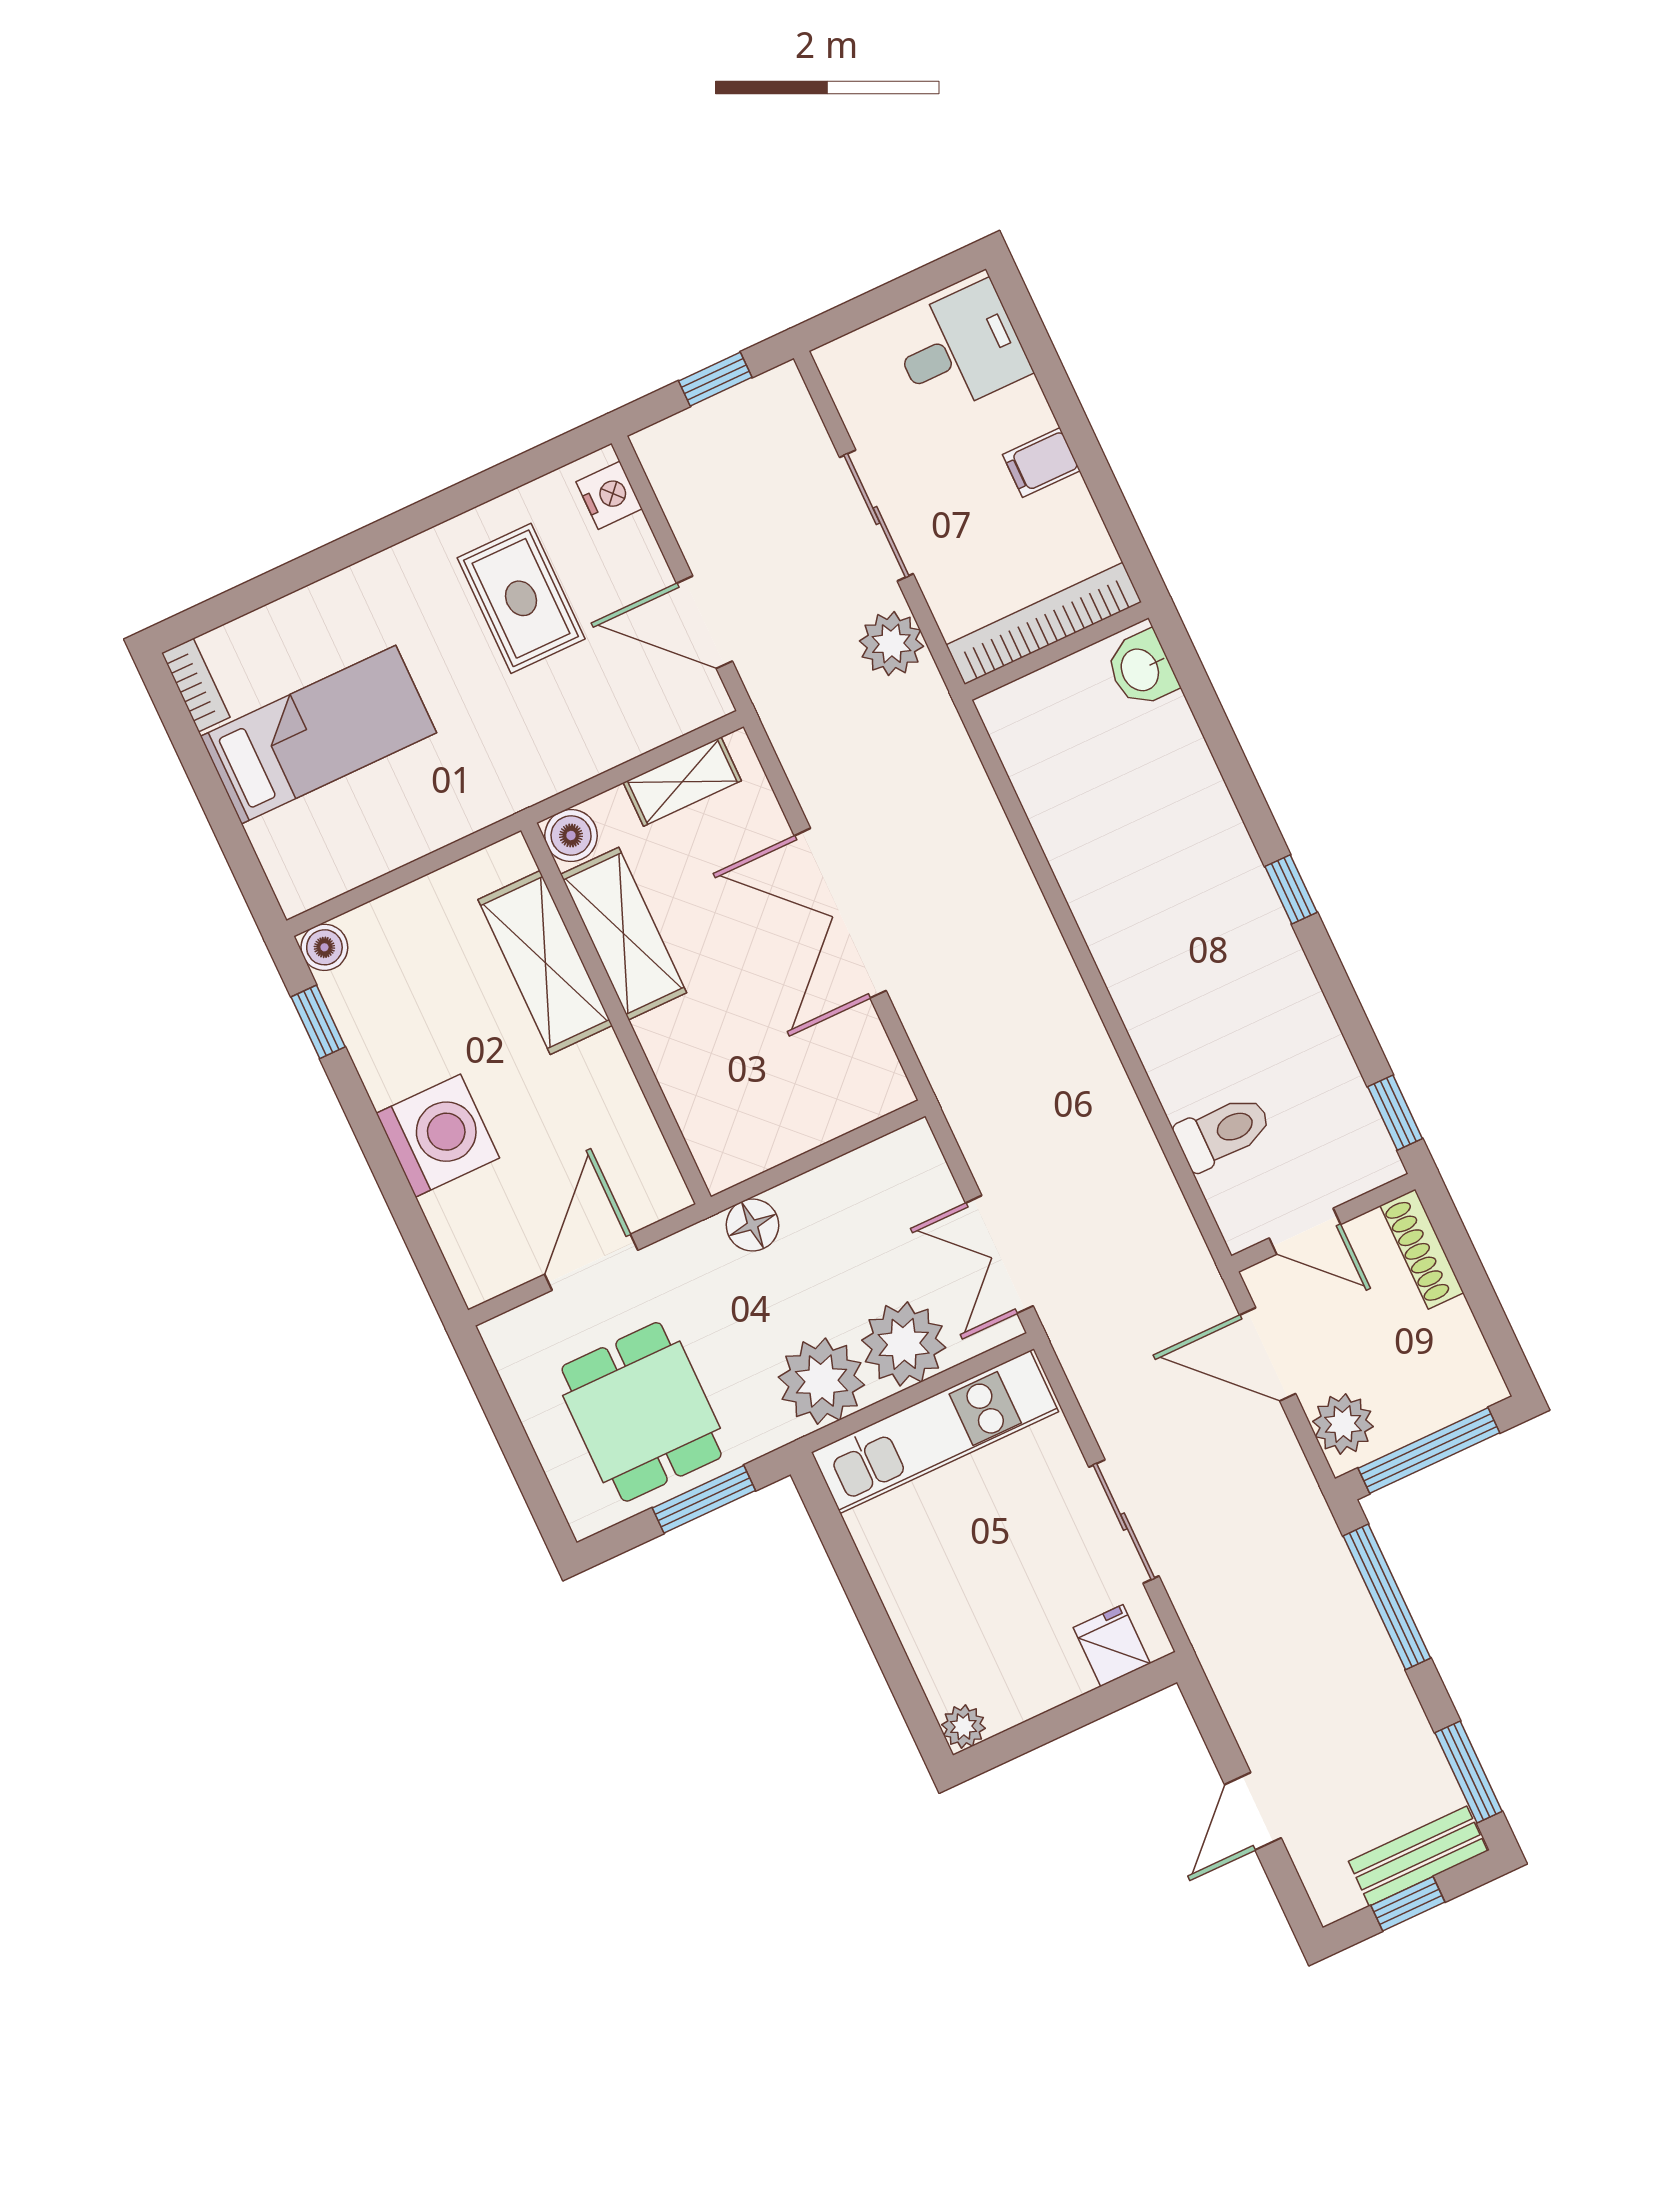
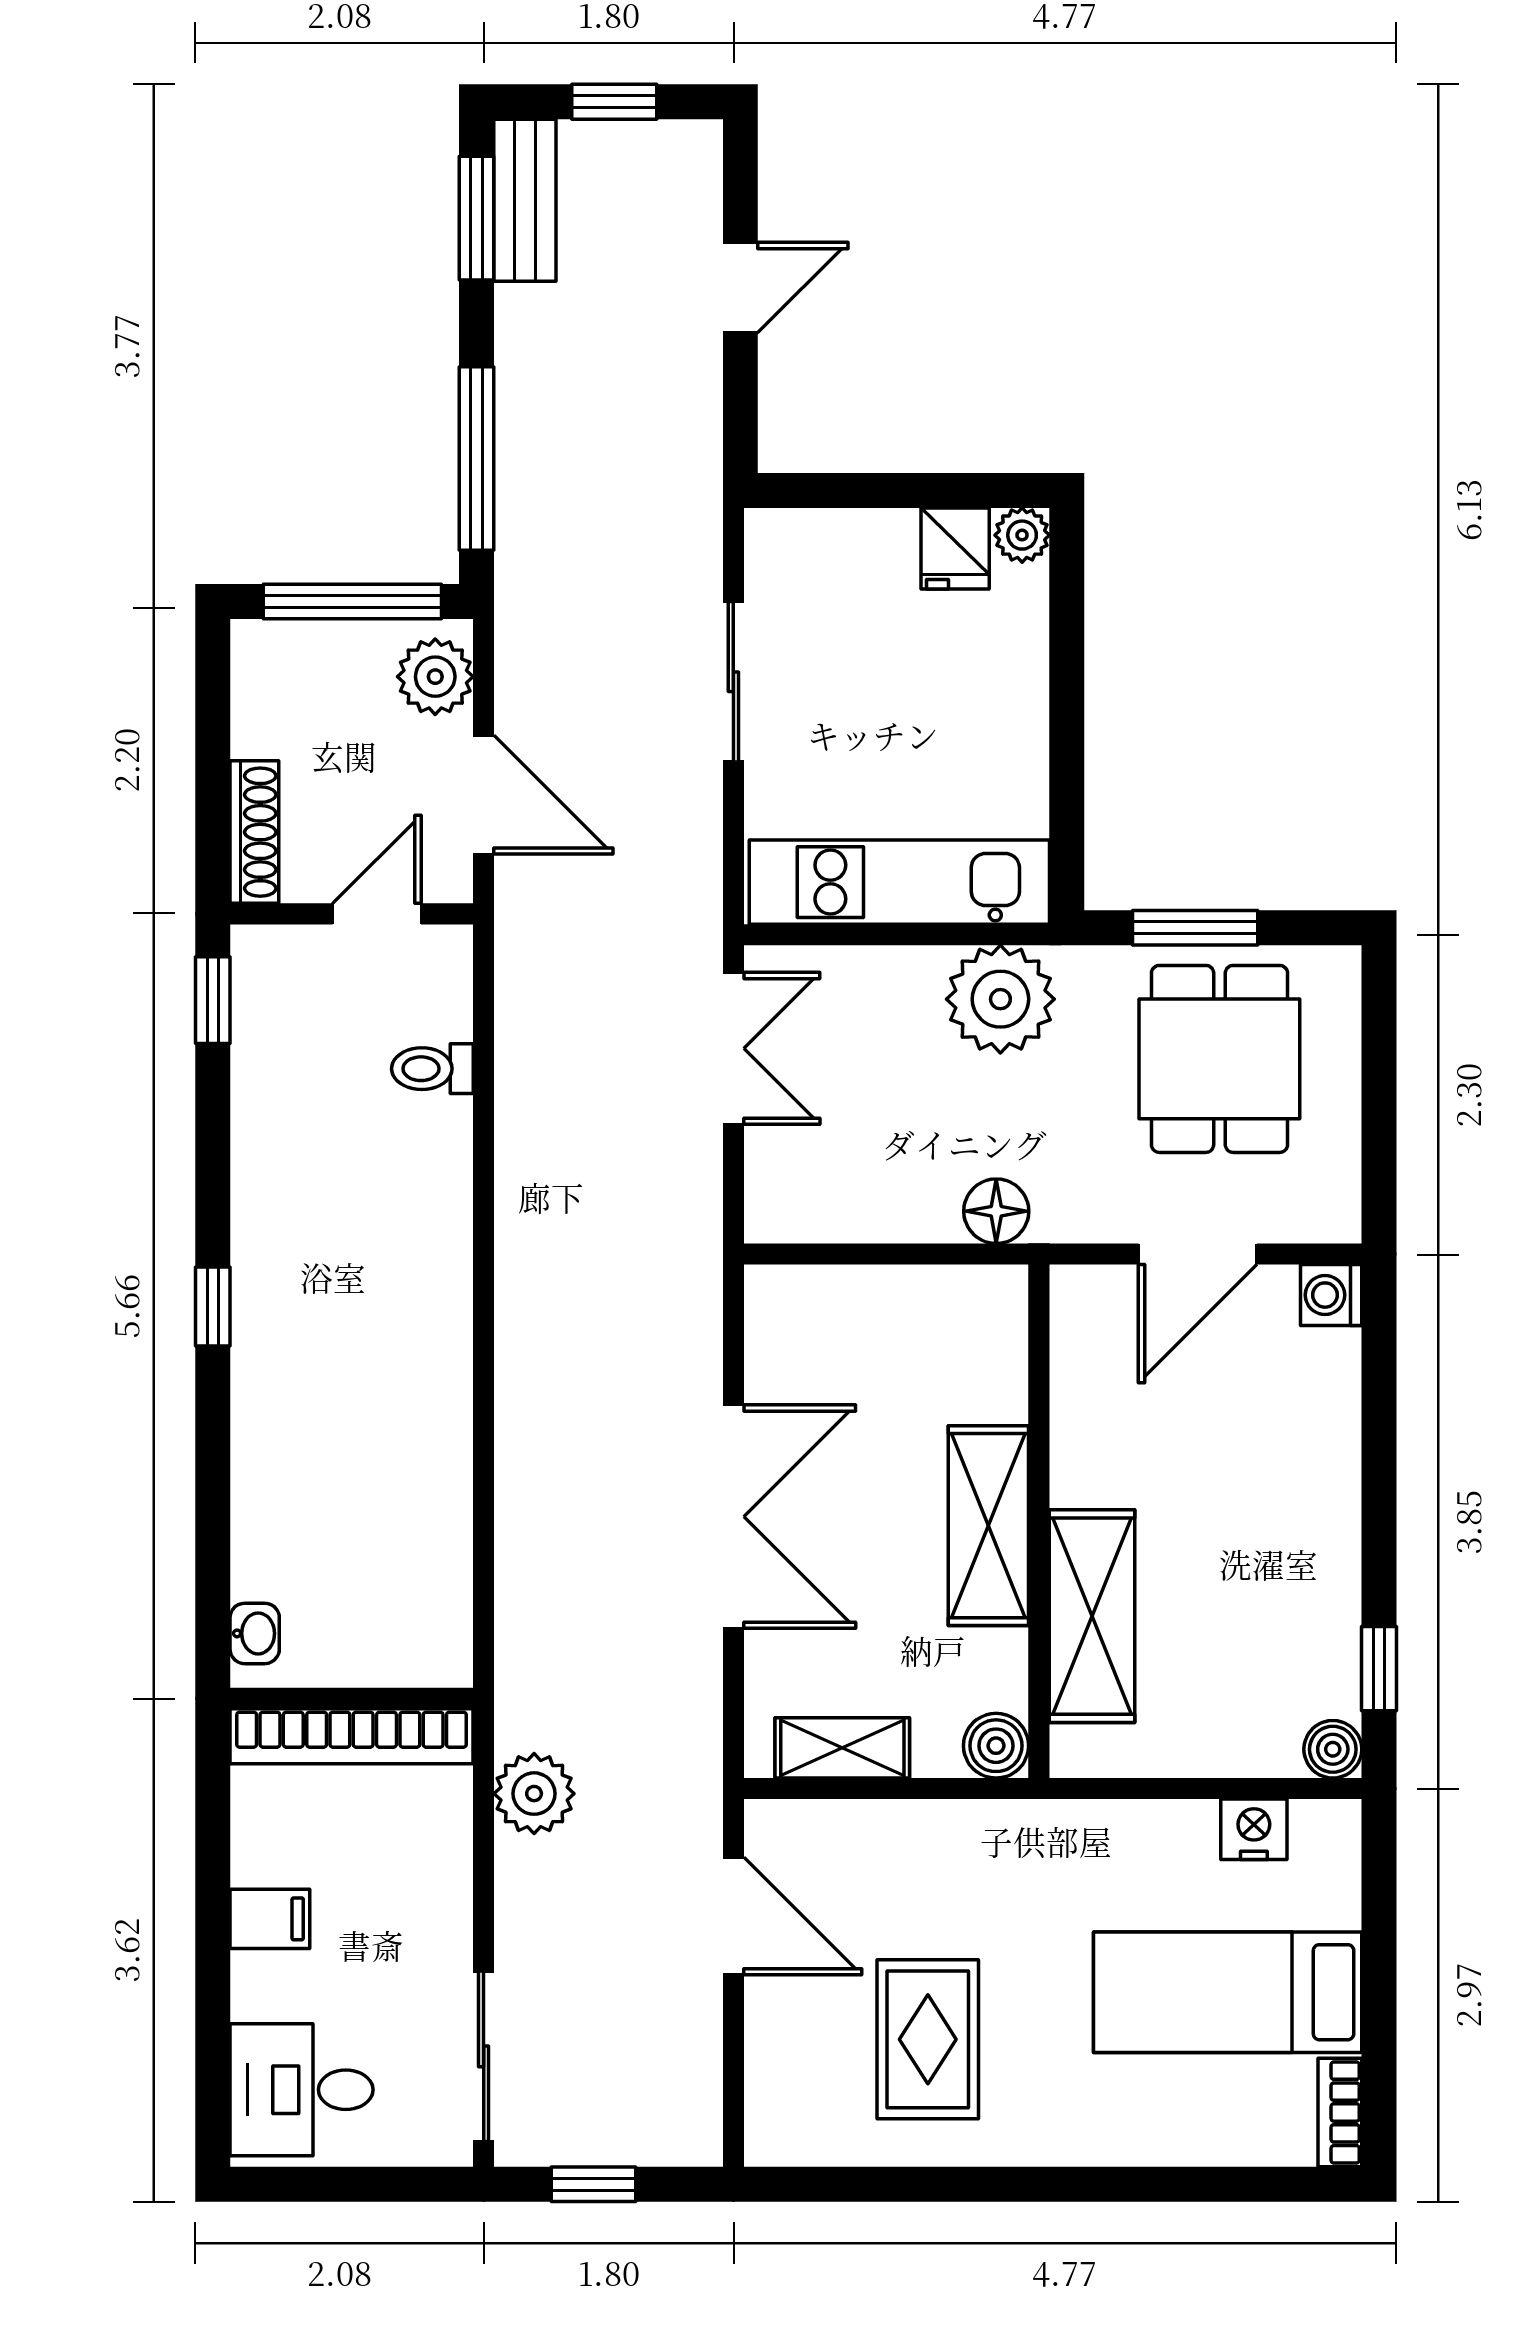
nightstand: (609, 495) -> (1254, 1829), moved, turned 90
sliding door: (876, 515) -> (484, 2056), moved
washbasin: (1141, 669) -> (255, 1633), width x0.72, depth x0.69
shelving: (623, 934) -> (988, 1526), moved
toilet: (1223, 1132) -> (432, 1069), width x0.73, depth x0.72
washing machine: (438, 1136) -> (1331, 1295), moved, width x0.53, depth x0.53
door: (1305, 1231) -> (377, 914), hinge flipped
plant: (904, 1344) -> (888, 998), removed
fridge: (1112, 1645) -> (955, 548), moved
bench: (1418, 1856) -> (525, 200), moved, turned 90

